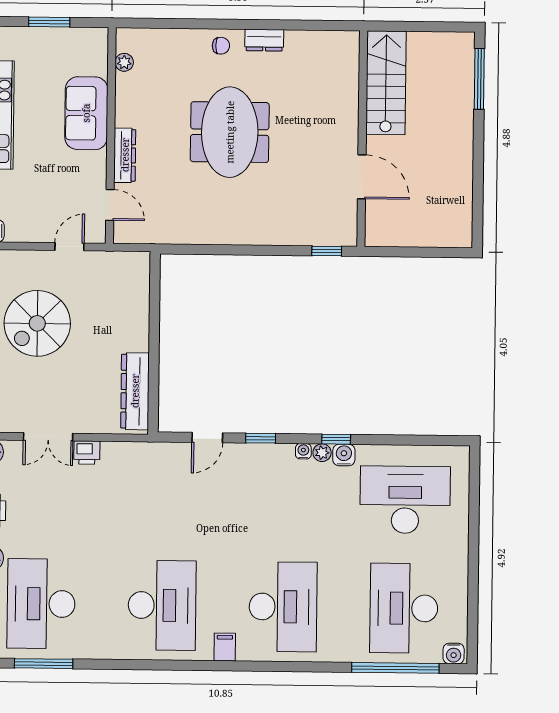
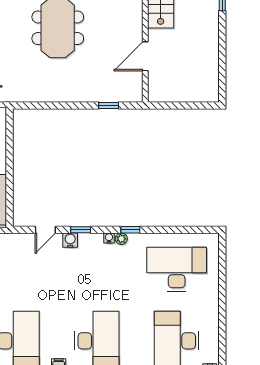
door: (362, 177) -> (145, 56), swing flipped
window: (327, 251) -> (109, 106), moved
water cooler: (344, 455) -> (70, 240), moved

